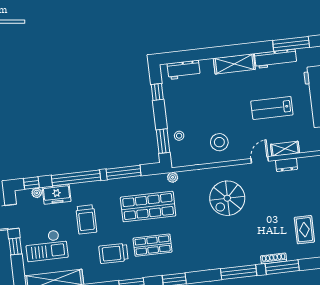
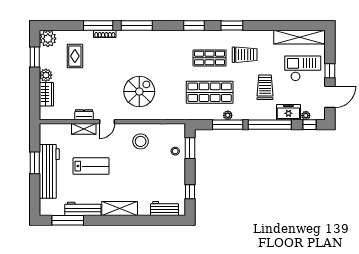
plant: (173, 177) -> (228, 115), moved

